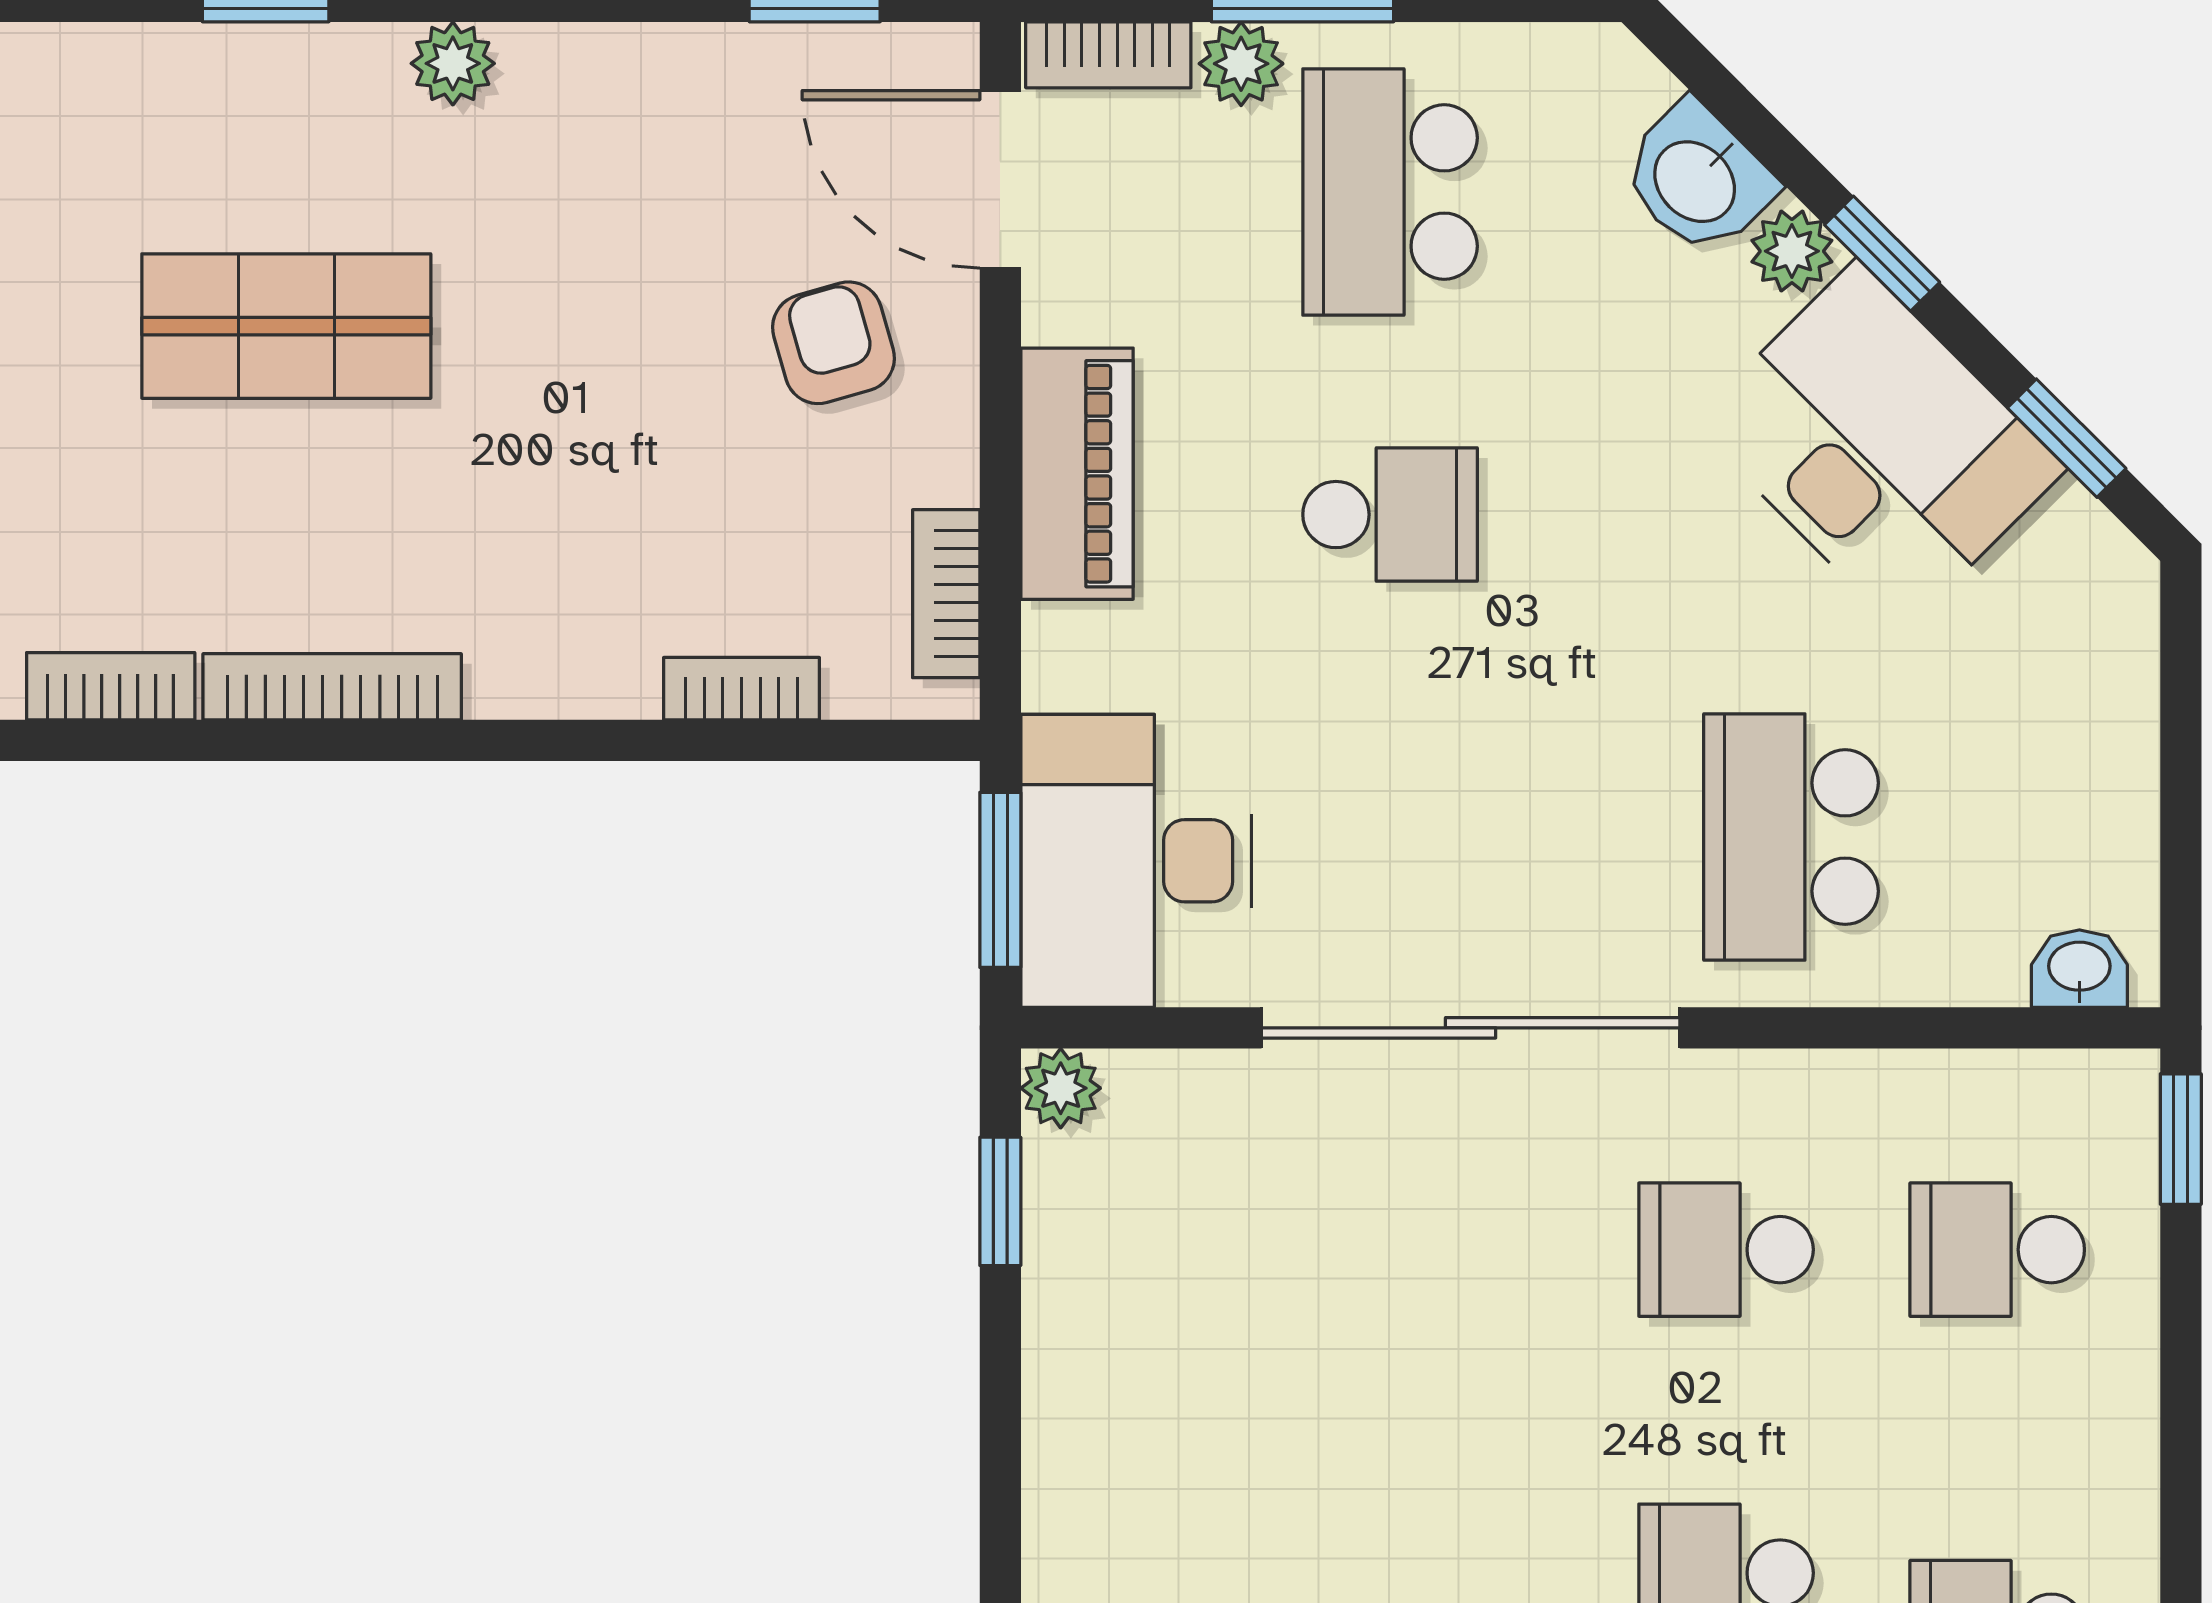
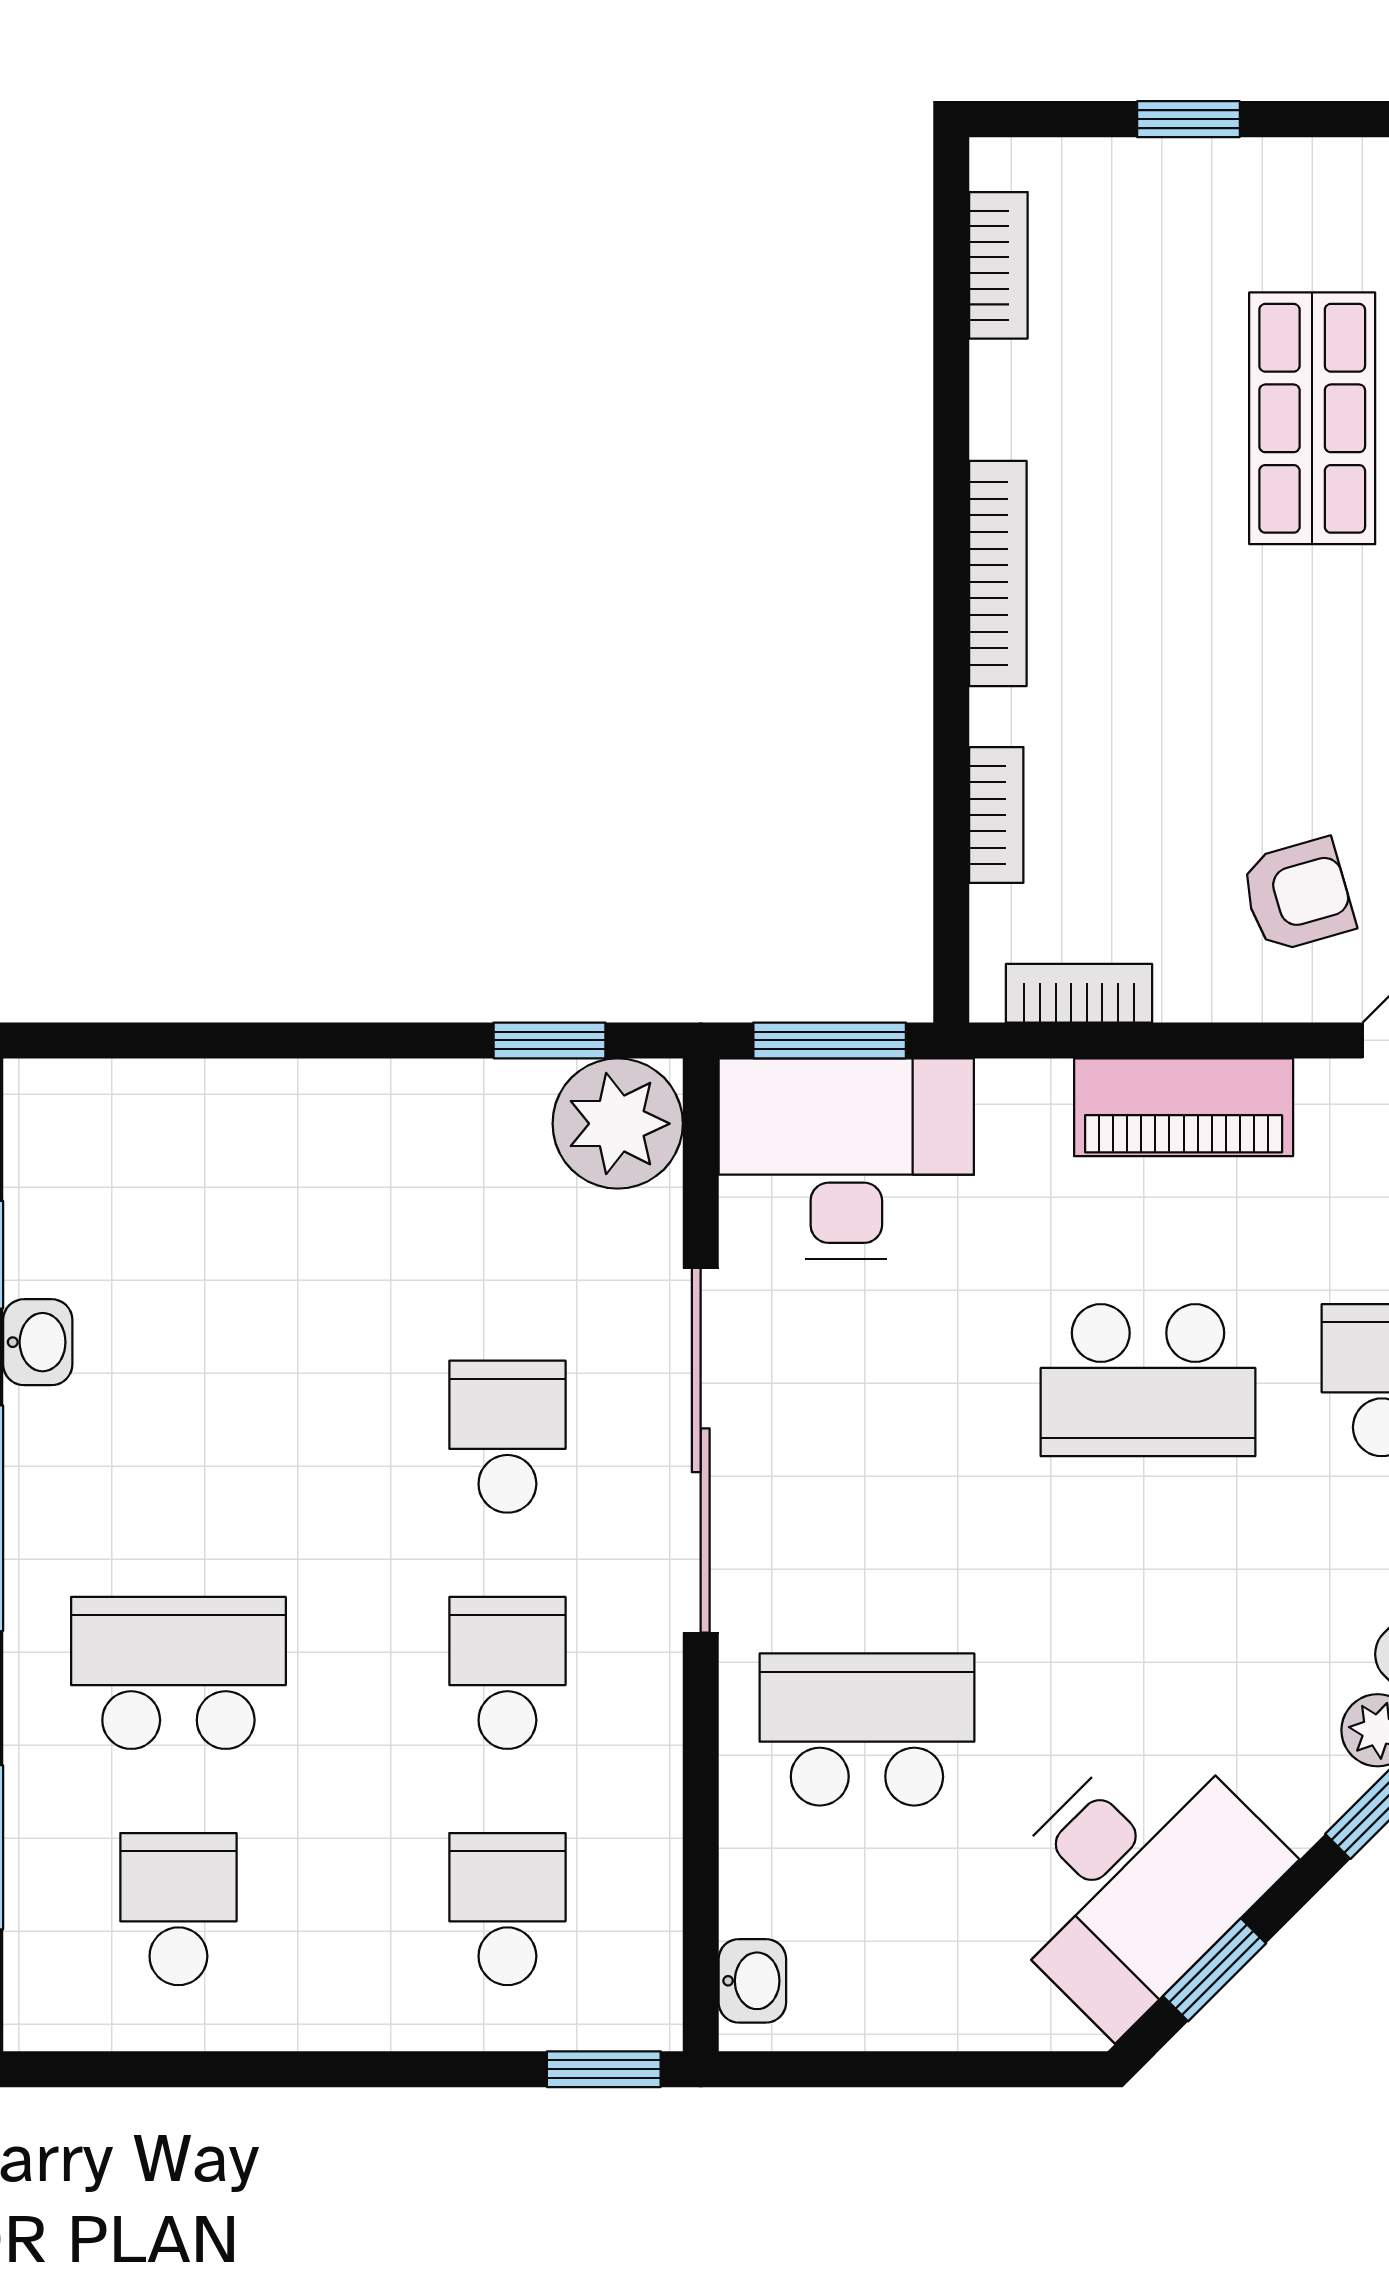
desk: (1879, 446) -> (1135, 1879), moved
school desk: (1390, 515) -> (1148, 1380), width x1.85
bookcase: (332, 687) -> (998, 573), moved
plant: (1061, 1088) -> (618, 1124), width x1.87, depth x1.87
school desk: (1455, 1250) -> (507, 1437), added

